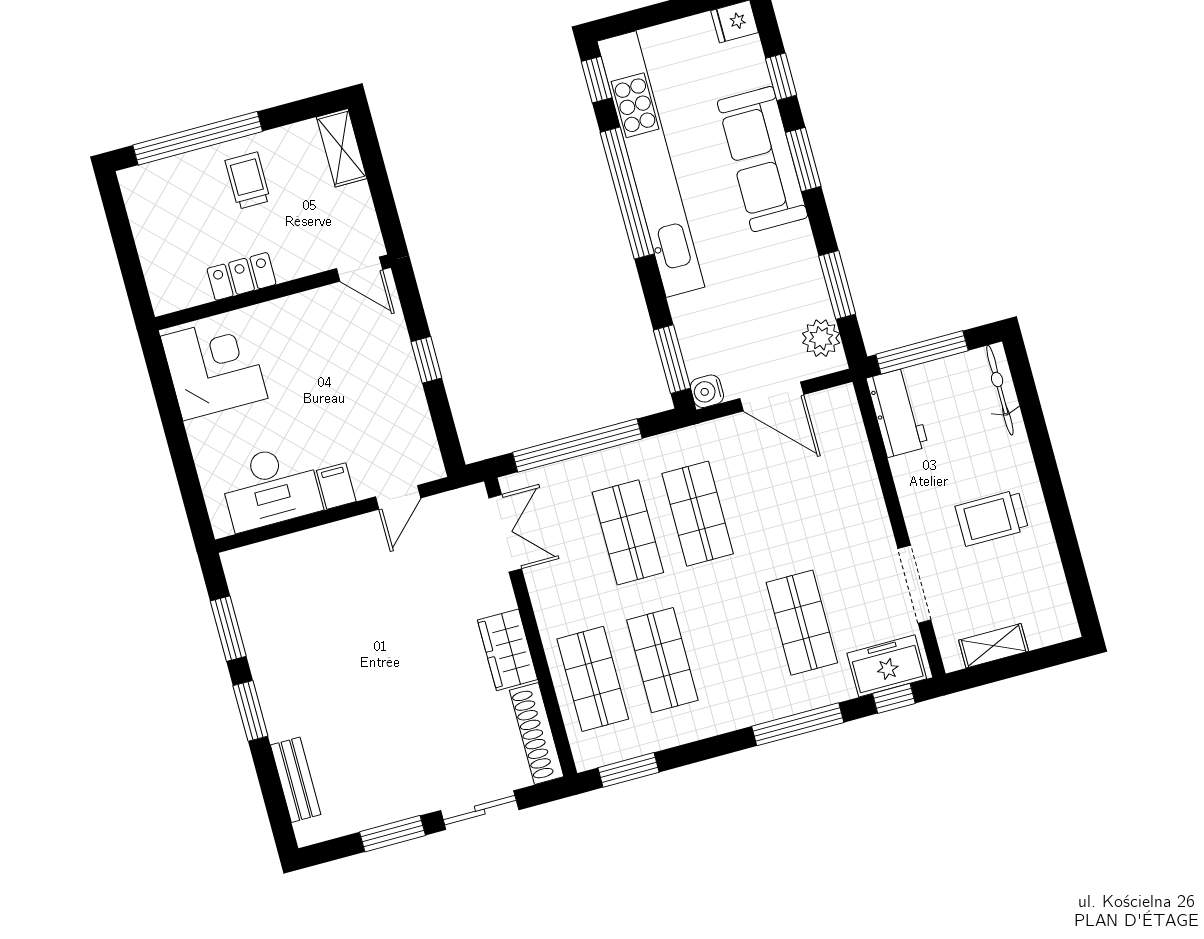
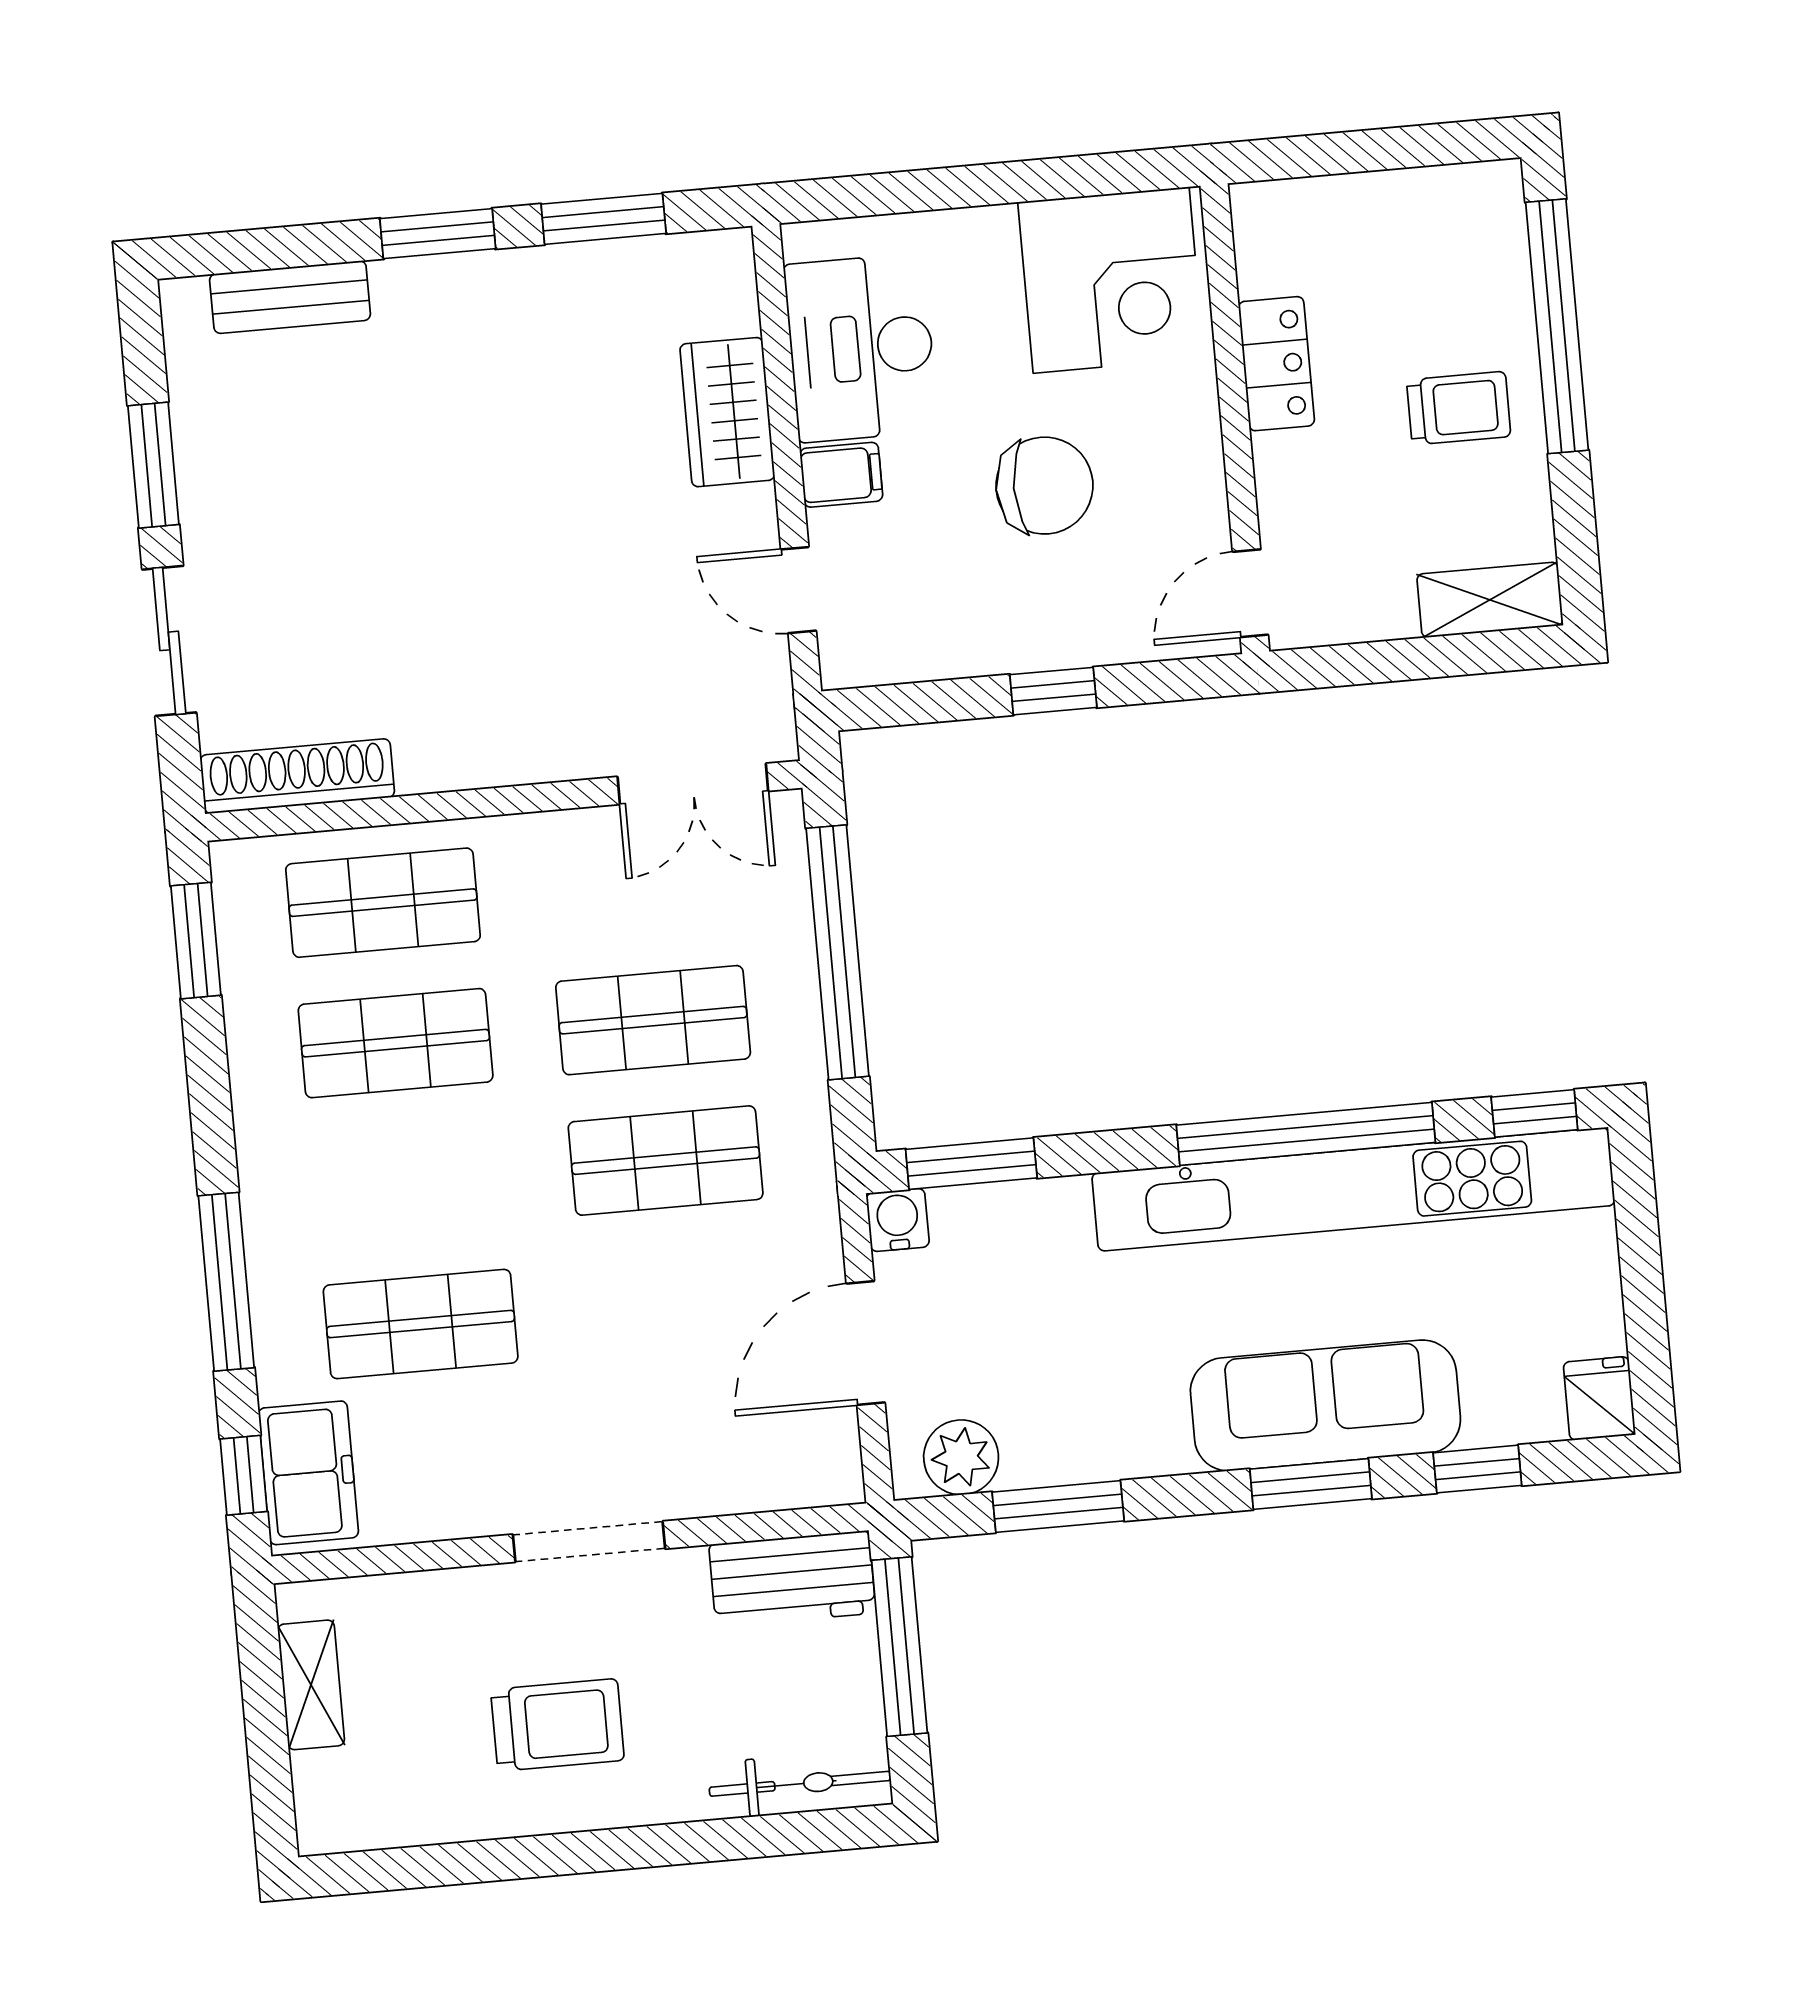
chair: (324, 383) -> (1044, 486), added
trolley: (992, 518) -> (557, 1725), turned 90
doorway: (914, 584) -> (589, 1542), moved
wardrobe: (508, 650) -> (727, 412), moved, turned -90

